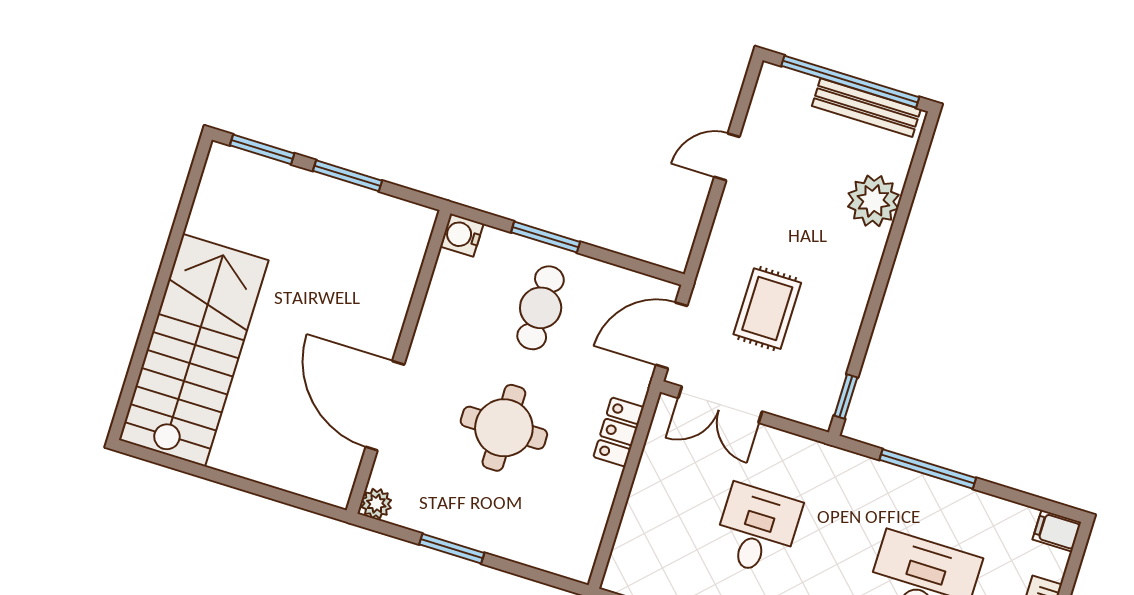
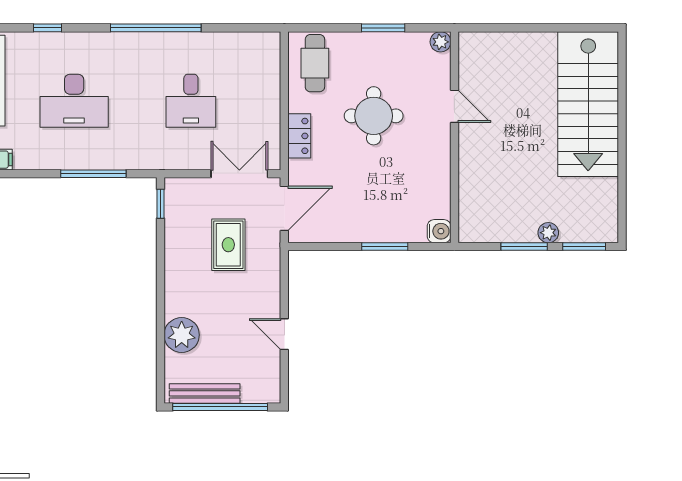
door: (727, 157) -> (284, 334), swing flipped
plant: (307, 185) -> (548, 233), added
cafe table: (541, 308) -> (315, 63), moved
door: (385, 406) -> (454, 106), width x0.53

